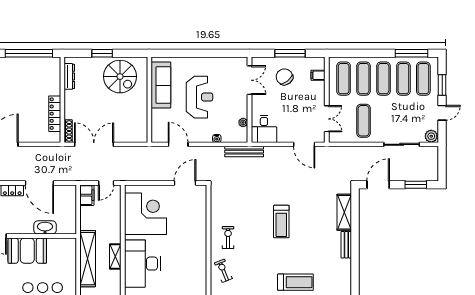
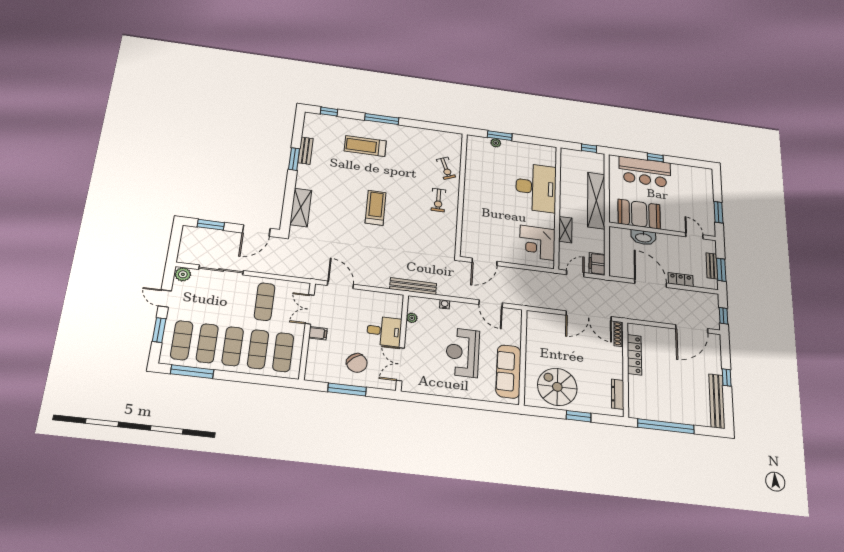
filing cabinet: (318, 75) -> (318, 333), moved
door: (442, 113) -> (165, 298), hinge flipped
desk: (264, 129) -> (384, 331), moved, turned 90
corner desk: (145, 214) -> (537, 243), width x0.74, depth x0.74
bench: (346, 245) -> (306, 151), moved
booth: (27, 251) -> (639, 214), moved
shelving: (115, 256) -> (565, 230), moved
window: (355, 259) -> (294, 159), added

